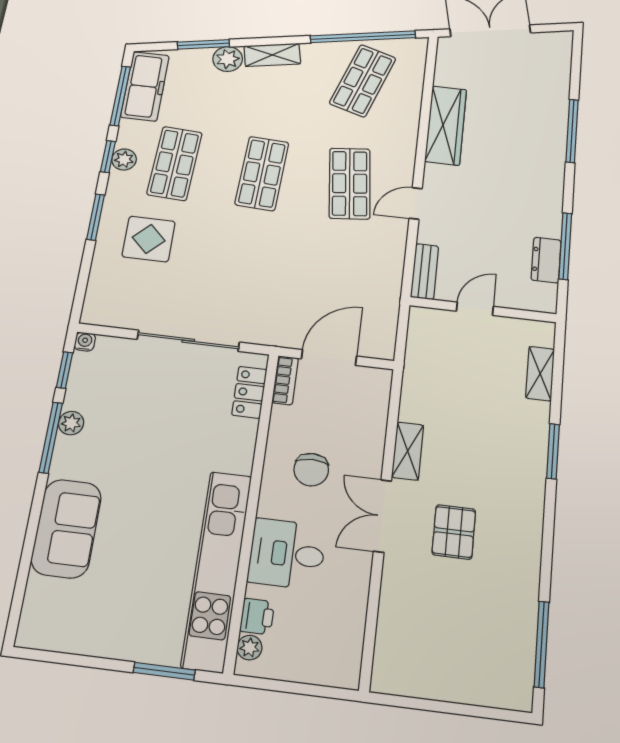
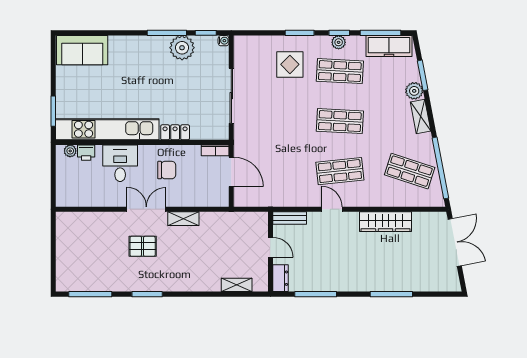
dresser: (546, 260) -> (281, 278), moved, turned 90
locker: (249, 392) -> (175, 132), moved
plant: (71, 423) -> (182, 48), width x1.87, depth x1.87
window: (553, 451) -> (147, 294), moved
chair: (311, 470) -> (167, 170), turned 180
sofa: (66, 528) -> (82, 50), moved

